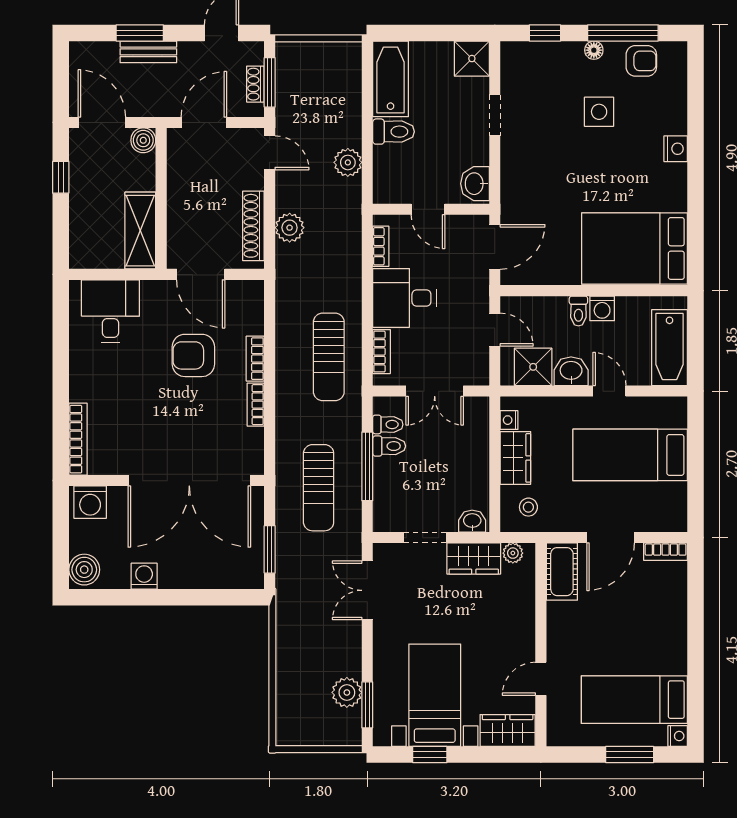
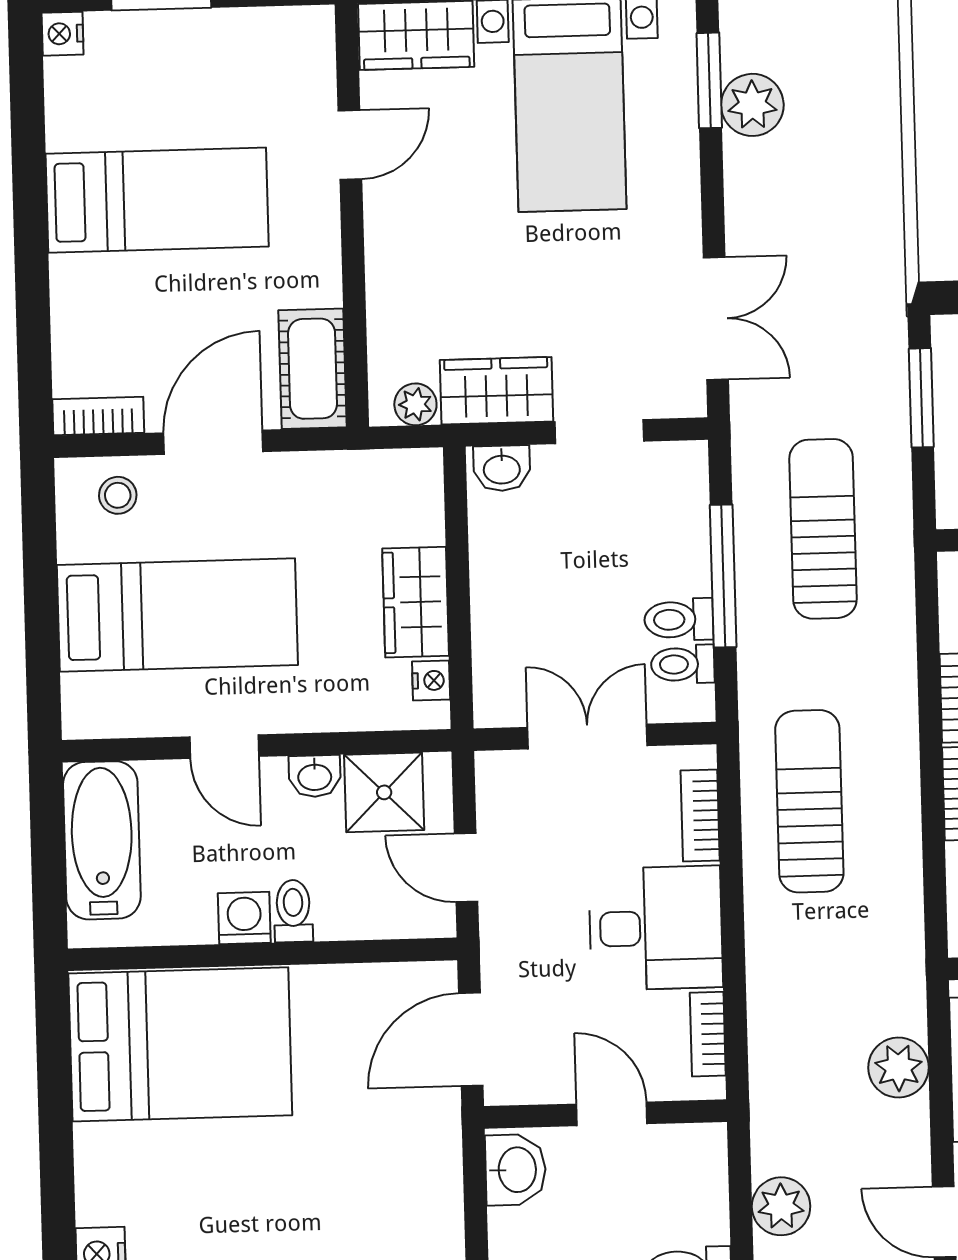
washbasin: (571, 371) -> (315, 776), width x0.72, depth x0.69
stool: (528, 507) -> (118, 495), moved
bed: (634, 700) -> (157, 200), moved

